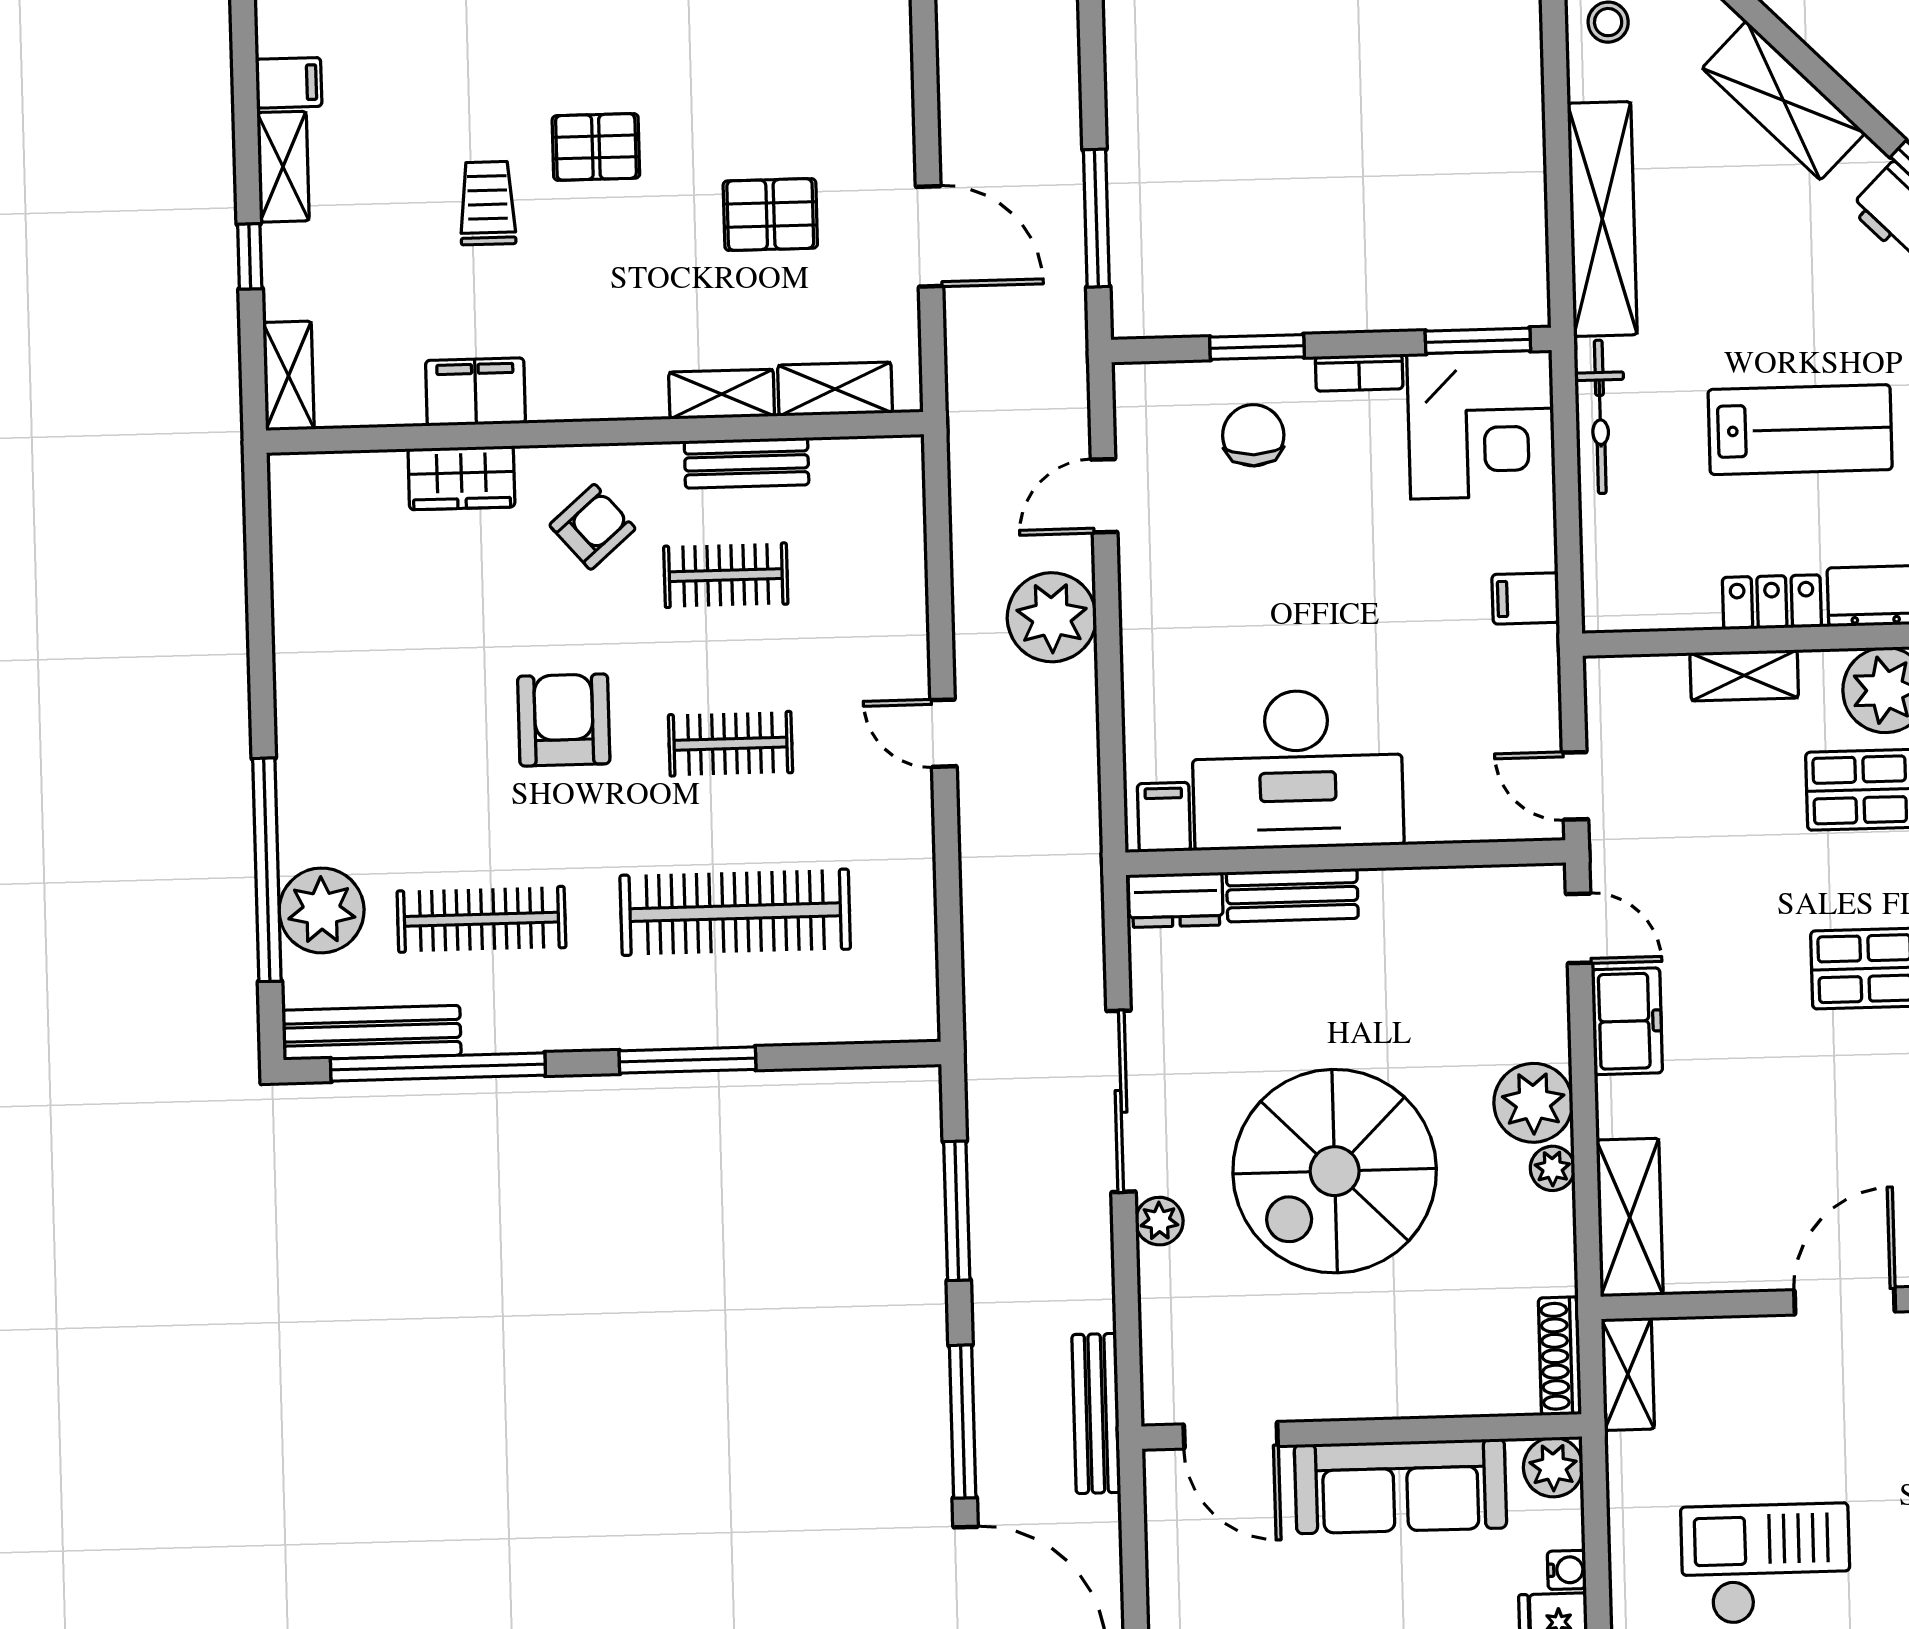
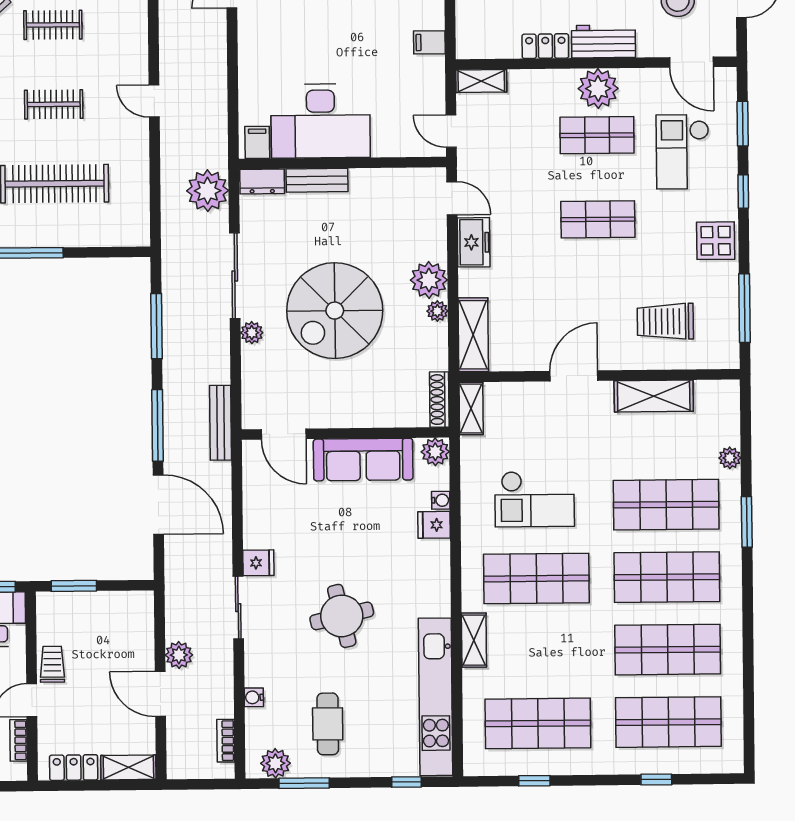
plant: (1052, 617) -> (208, 191), moved
shelving: (1744, 675) -> (481, 81), moved
checkout: (1766, 1564) -> (535, 499), turned 180

